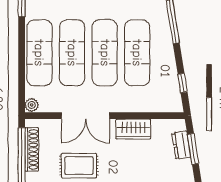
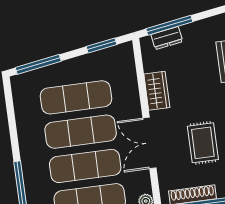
window: (183, 83) -> (102, 45), width x1.50
double door: (85, 116) -> (149, 143), swing flipped
window: (193, 149) -> (169, 25), width x1.44

